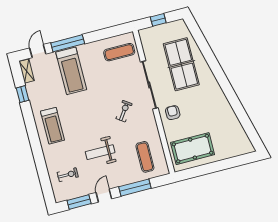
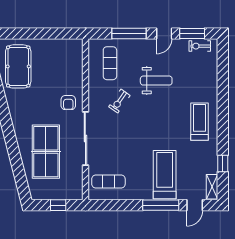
exercise bike: (124, 111) -> (119, 101), moved
pool table: (193, 149) -> (18, 66), moved, turned 90
exercise bike: (68, 175) -> (200, 46), moved

